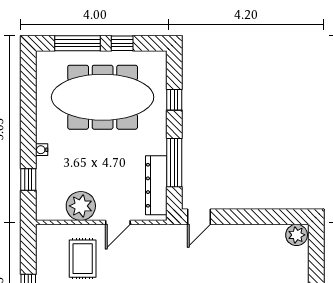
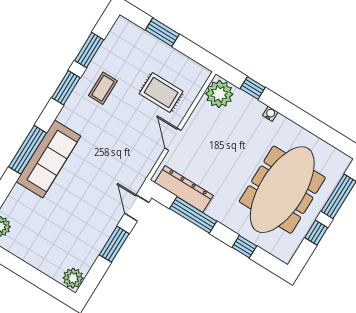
plant: (81, 206) -> (219, 94), moved
window: (244, 217) -> (114, 244), added

